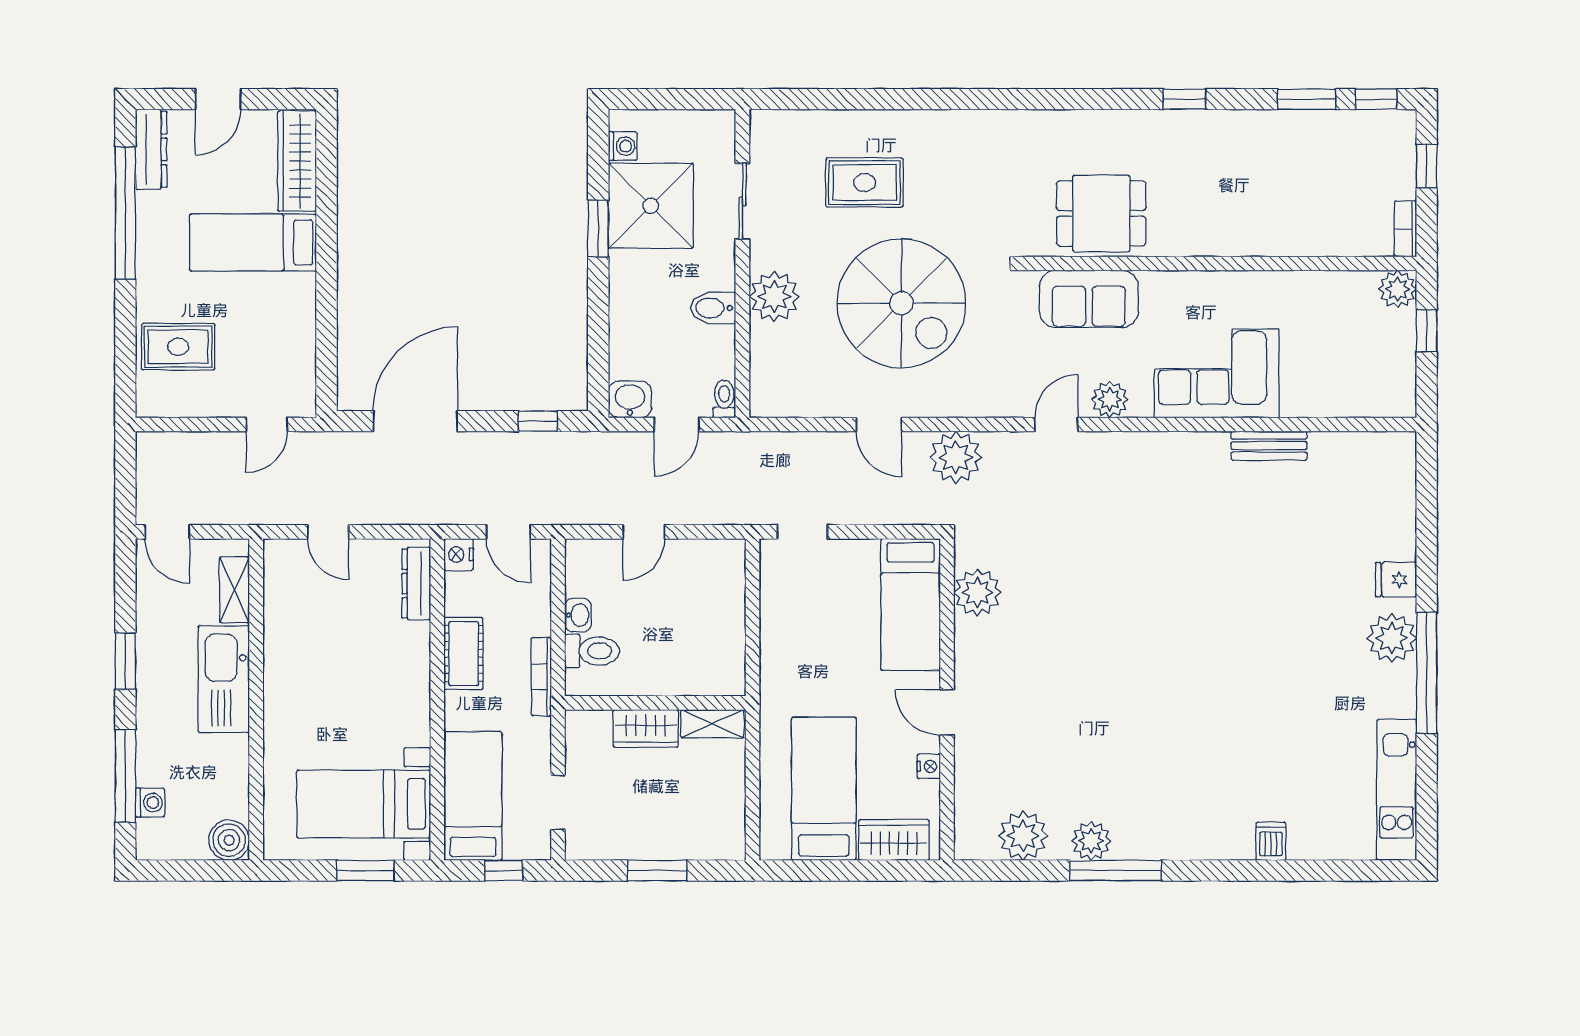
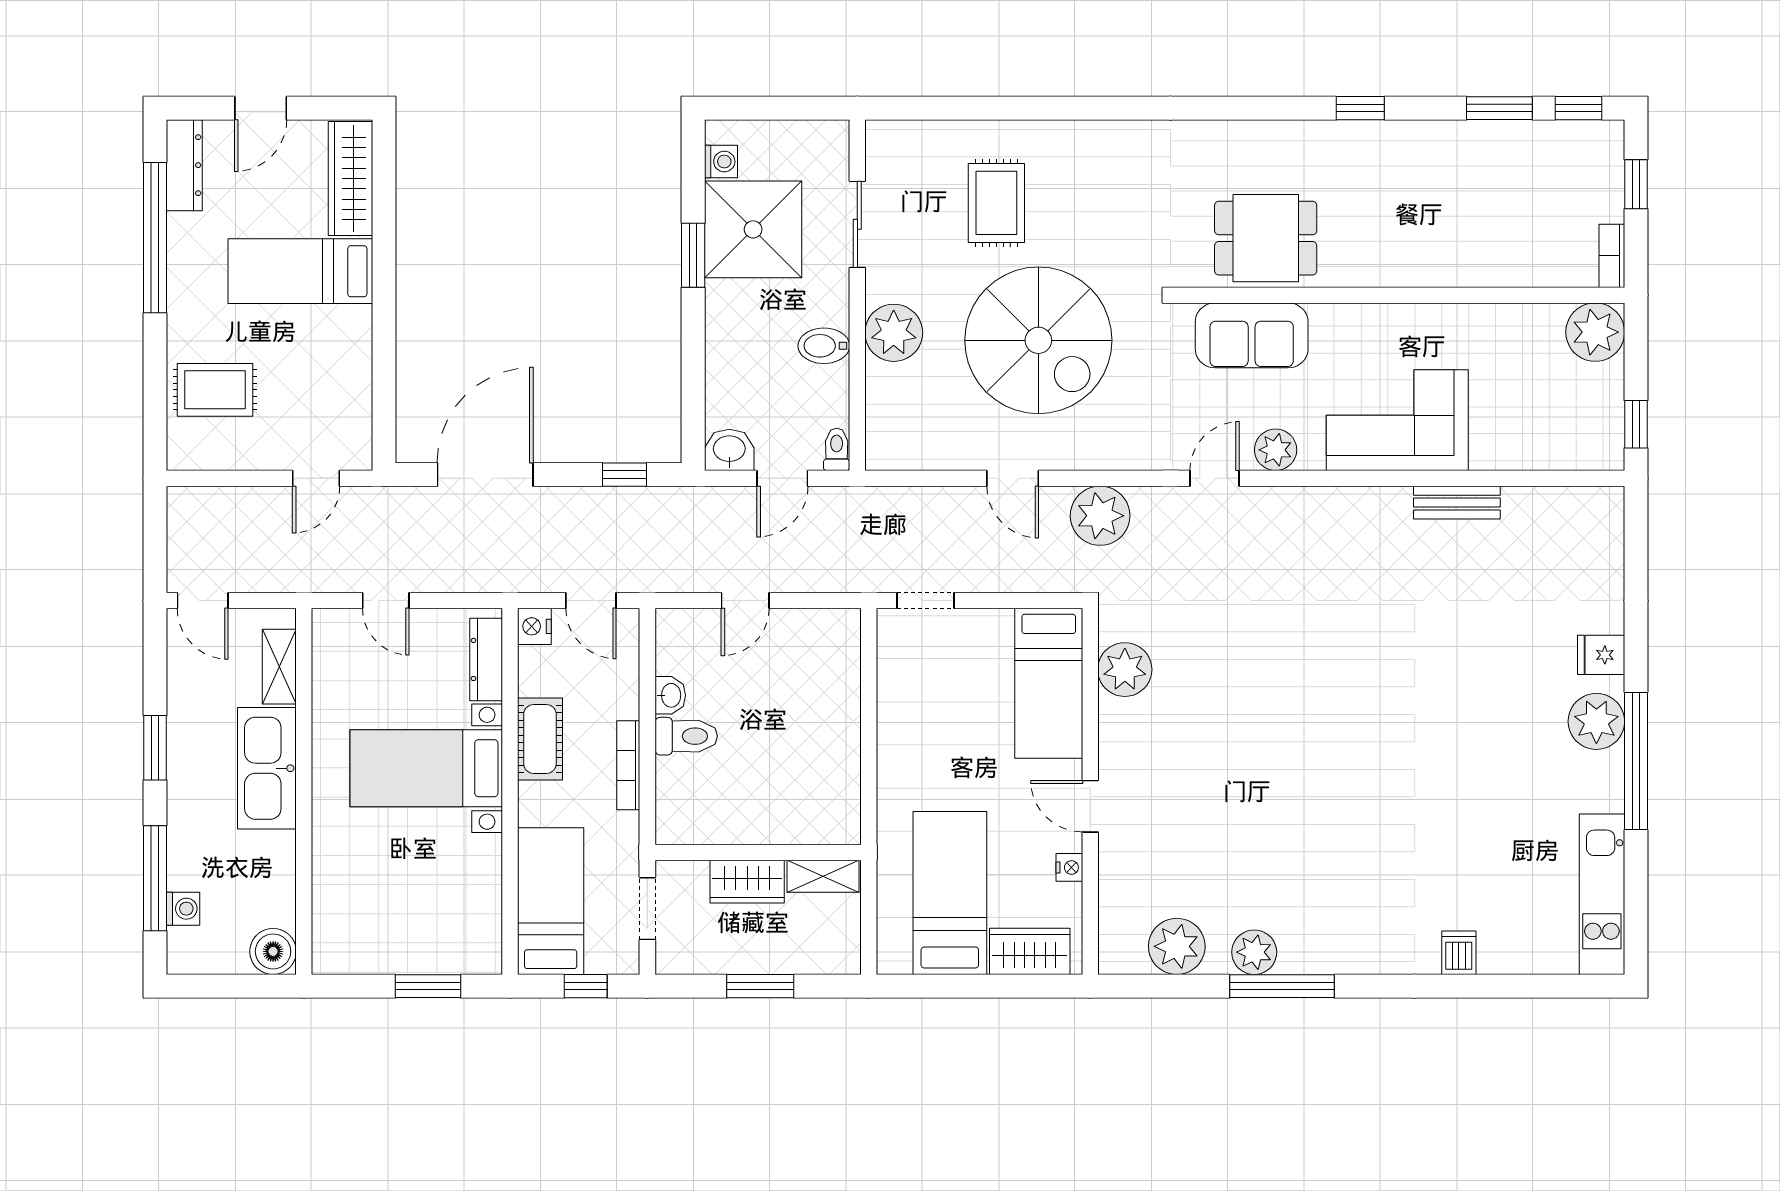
rug: (865, 183) -> (996, 203), turned 90
plant: (1398, 289) -> (1595, 332), width x1.36, depth x1.36
window: (1427, 331) -> (1636, 424), moved
wall: (655, 703) -> (758, 852), moved
shelving: (712, 724) -> (823, 876), moved
wardrobe: (646, 728) -> (747, 882), moved
bed with nightstands: (364, 804) -> (426, 768), moved

